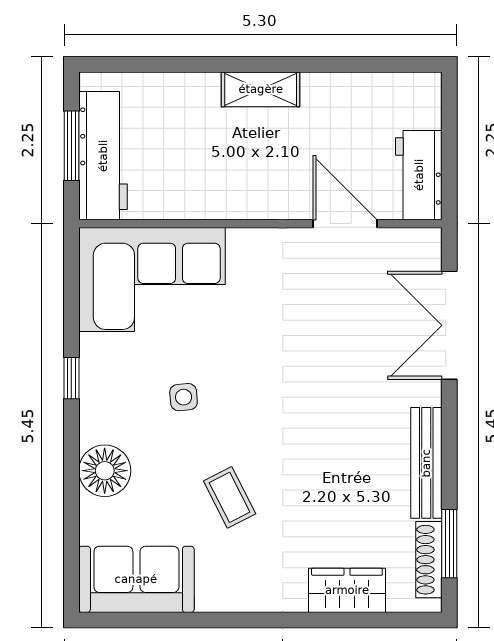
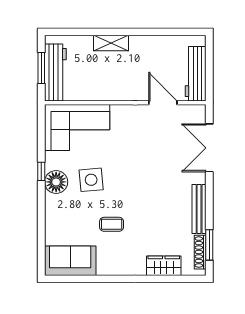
shelving: (261, 89) -> (111, 43), moved
workbench: (419, 175) -> (196, 74), width x1.38
side table: (184, 397) -> (91, 180), width x1.87, depth x1.87
floor lamp: (105, 471) -> (56, 182), moved
coffee table: (230, 497) -> (112, 224), turned -63

